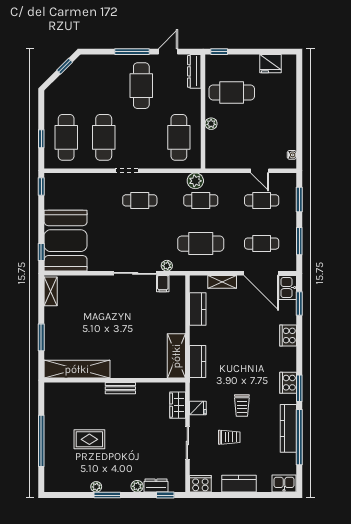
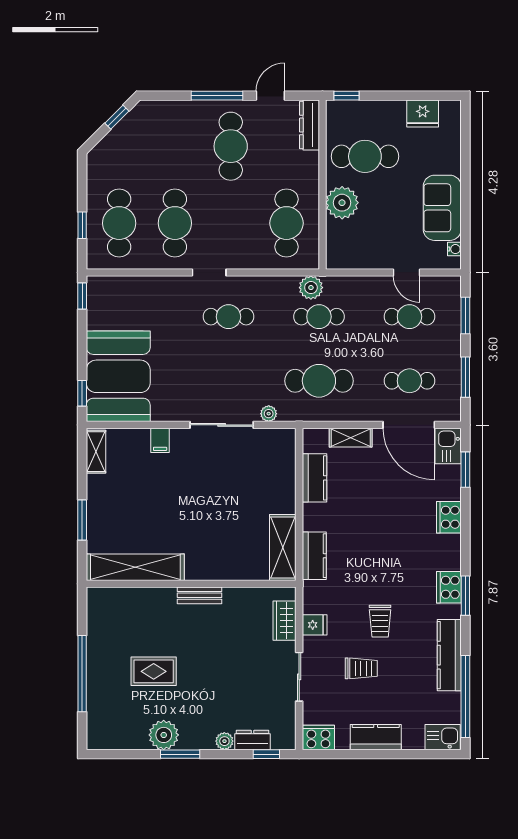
plant: (211, 124) -> (342, 203), width x1.87, depth x1.87
sofa: (284, 127) -> (442, 208), added
filing cabinet: (163, 284) -> (160, 440), moved
window: (299, 437) -> (465, 696), moved
plant: (96, 487) -> (164, 735), width x1.88, depth x1.88

